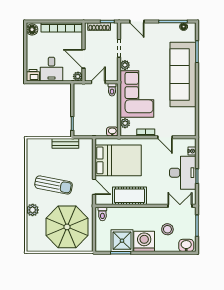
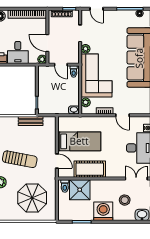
door: (98, 82) -> (61, 65), swing flipped
bed: (118, 160) -> (79, 141), width x0.67
parasol: (67, 227) -> (32, 198), width x0.73, depth x0.73
shower: (122, 241) -> (80, 190), moved

